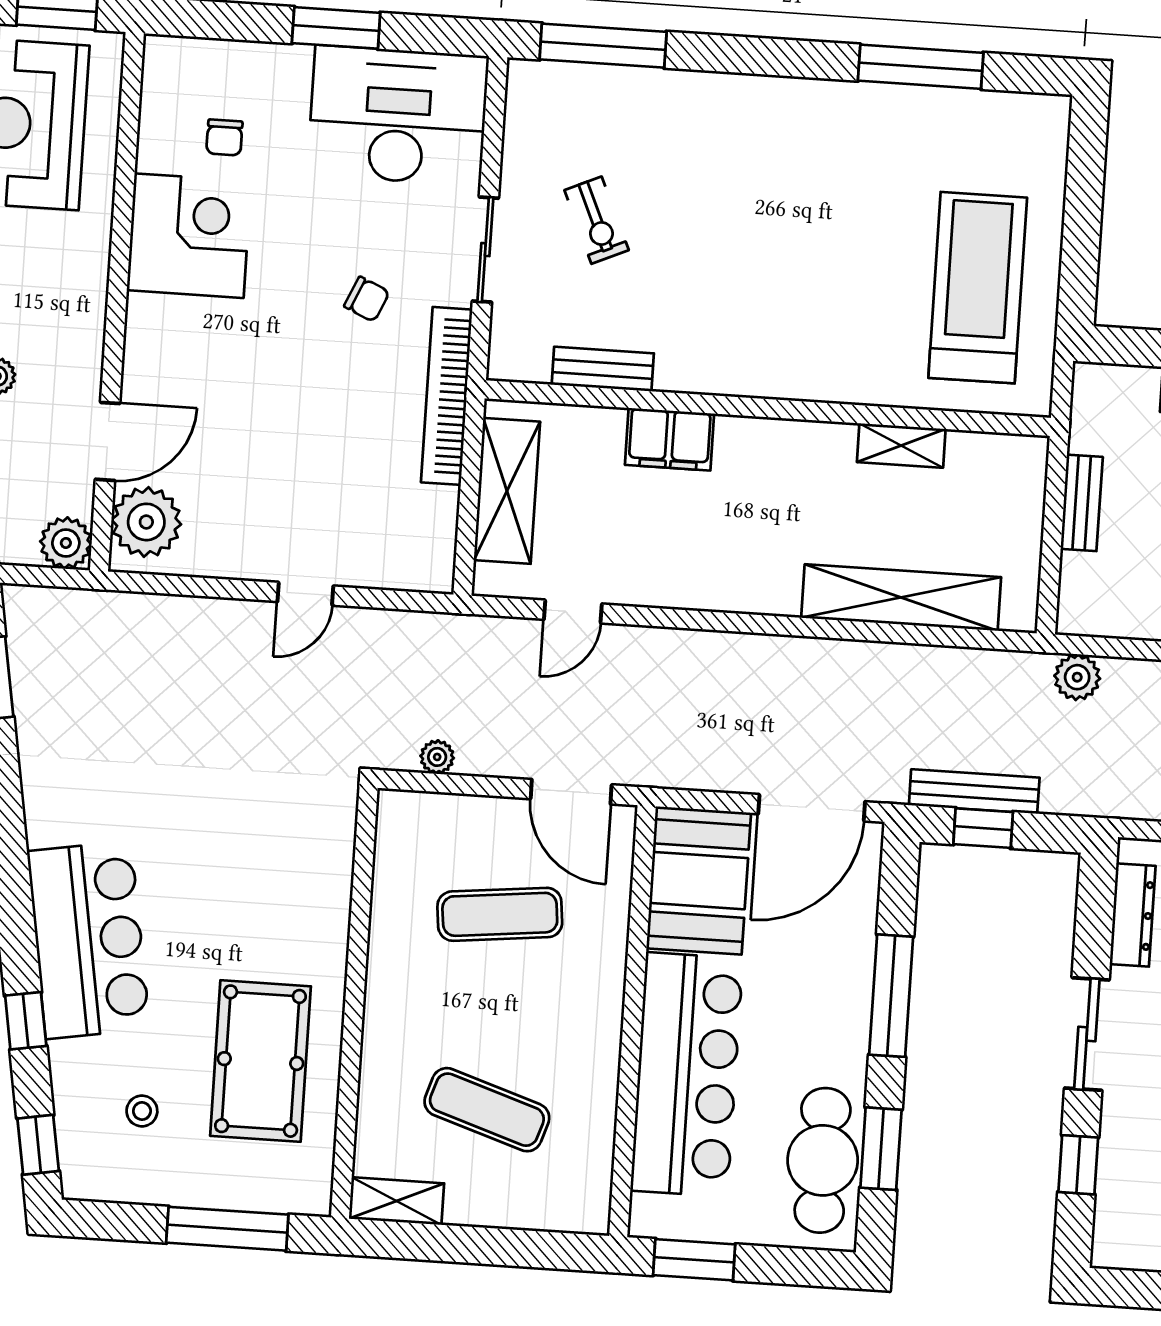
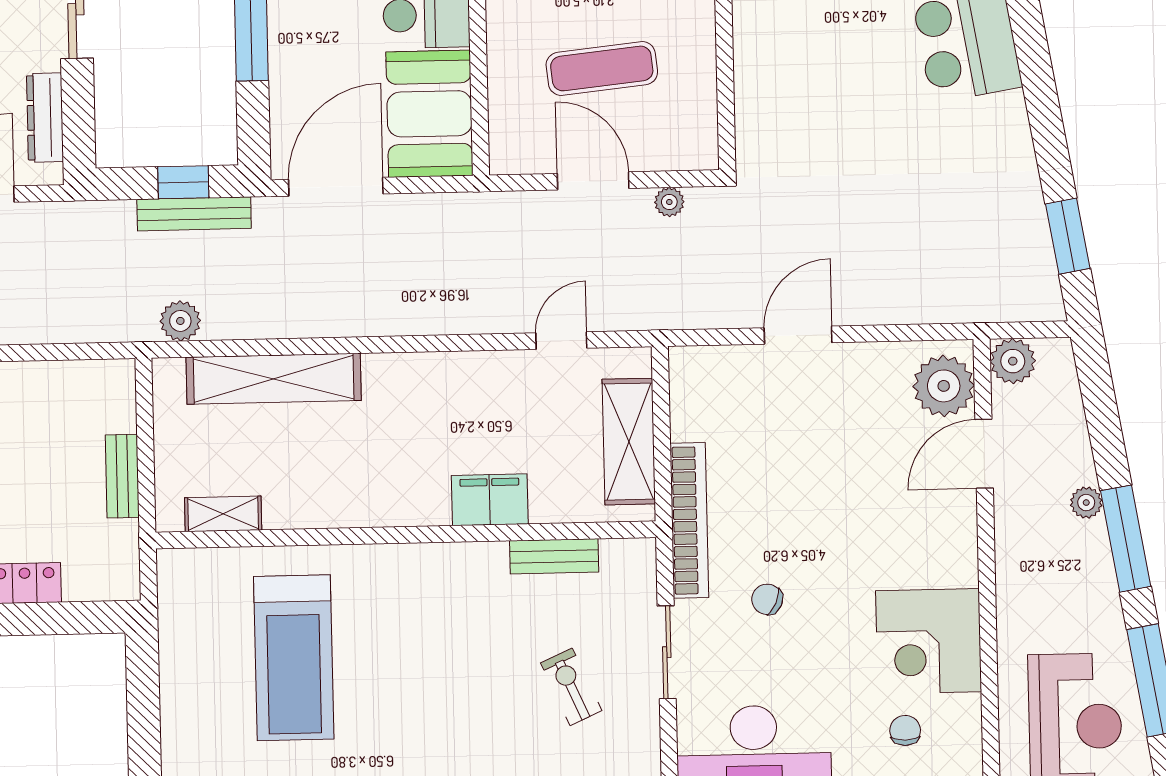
treadmill: (978, 288) -> (294, 658), moved
shelving: (901, 446) -> (223, 514), moved
door: (305, 594) -> (798, 335), width x1.38
plant: (1077, 677) -> (180, 321), moved
door: (571, 792) -> (593, 181), moved

